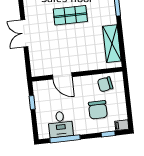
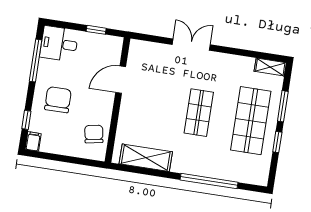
chair: (98, 110) -> (58, 100), moved, turned 90
desk: (61, 124) -> (59, 44), moved

